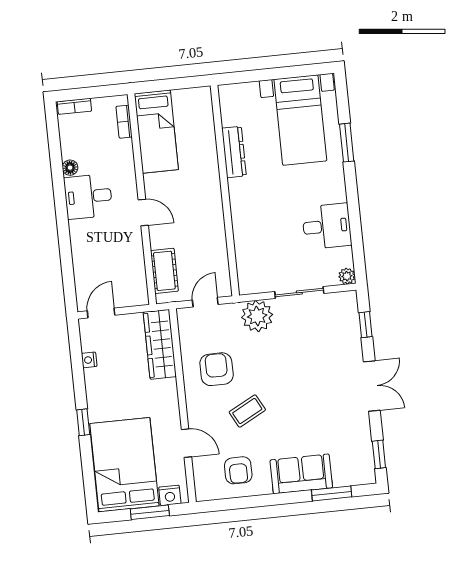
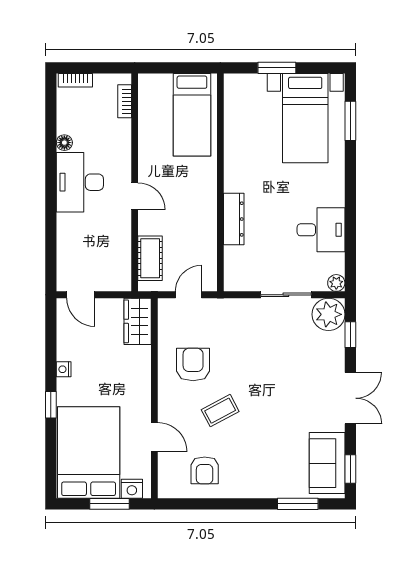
window: (268, 74) -> (277, 68), added
bed: (156, 132) -> (192, 115), moved
window: (347, 143) -> (350, 121), moved
dresser: (234, 152) -> (234, 219), moved
desk: (88, 196) -> (80, 182), width x1.37
door: (101, 313) -> (81, 295), swing flipped
plant: (257, 316) -> (329, 314), moved
wardrobe: (160, 344) -> (138, 321), width x0.67
nightstand: (89, 360) -> (64, 369), moved
sofa: (301, 474) -> (327, 463), moved, turned -90

